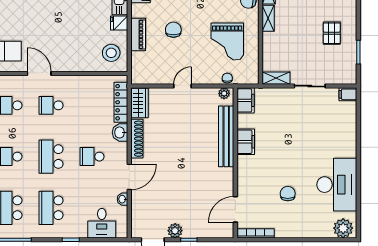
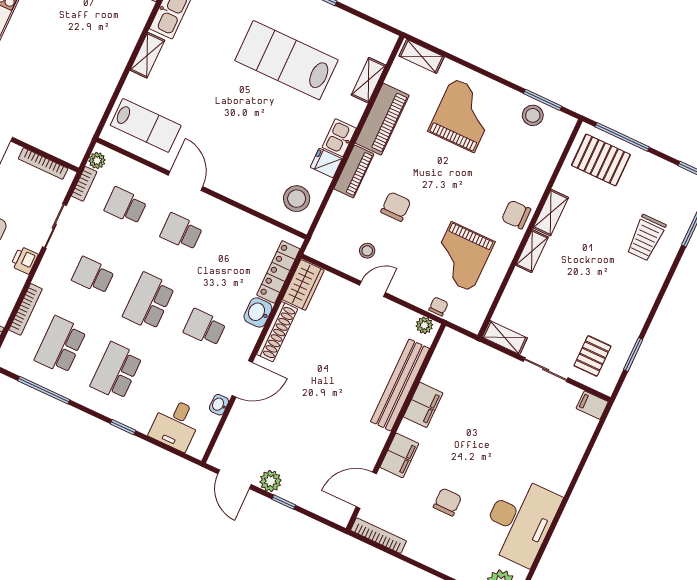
pallet: (332, 33) -> (592, 356), moved
piano: (138, 34) -> (354, 171), moved
stool: (169, 64) -> (367, 251), added
filing cabinet: (246, 100) -> (399, 455), moved

